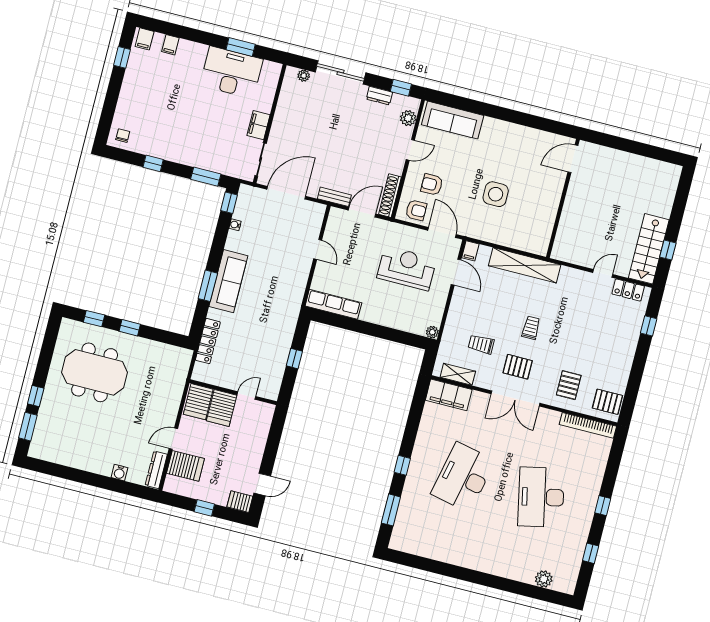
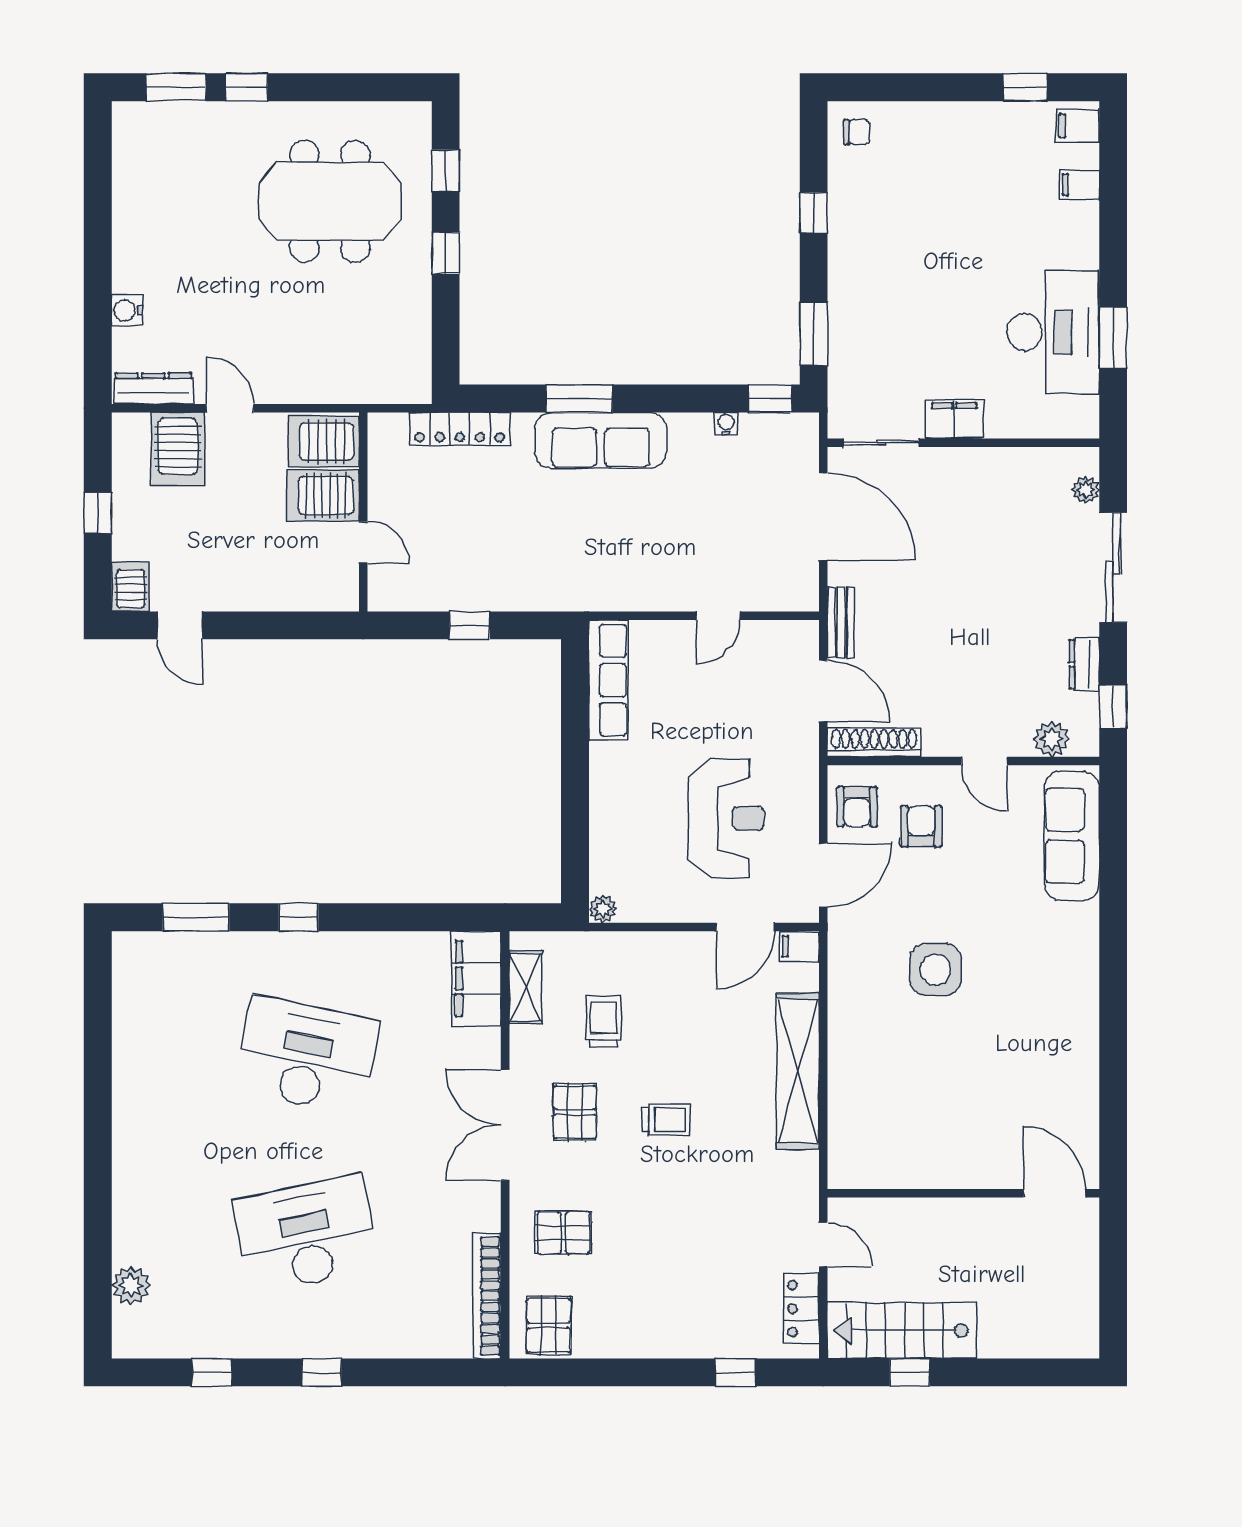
door: (573, 159) -> (1055, 1193), moved
wall: (563, 198) -> (963, 1193), moved
meeting table: (95, 372) -> (330, 201), turned 90

